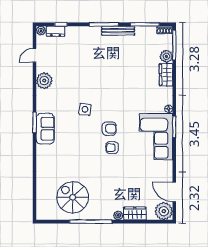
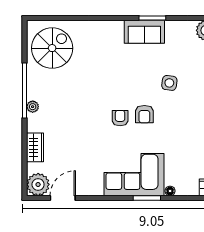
spiral stairs: (73, 197) -> (52, 48), moved
plant: (118, 215) -> (33, 107), moved

